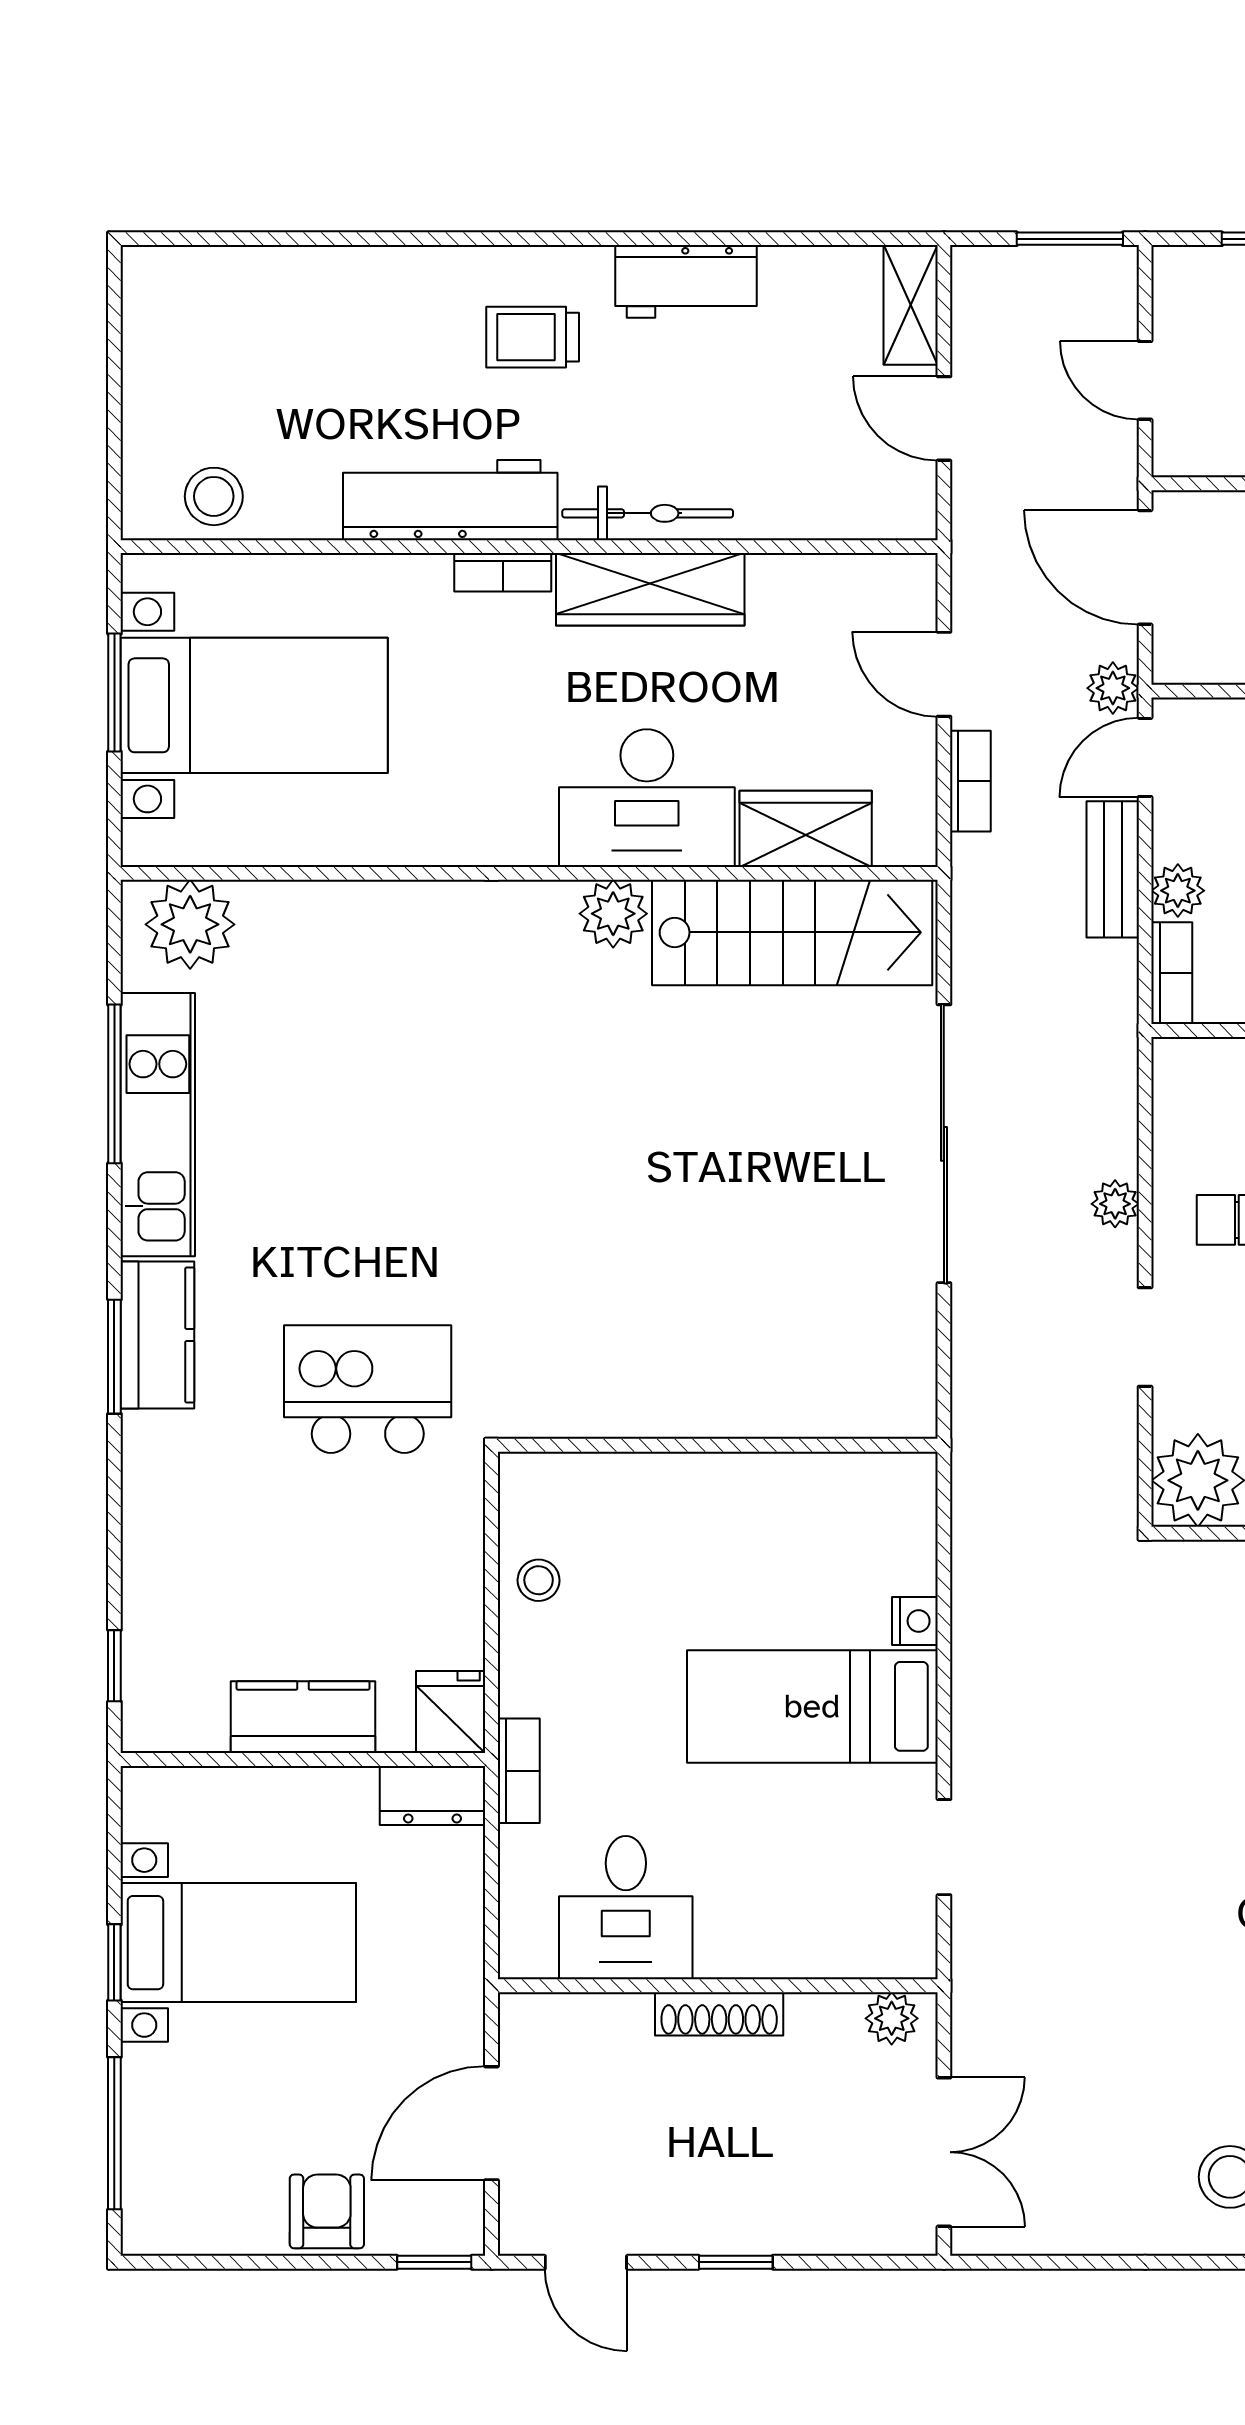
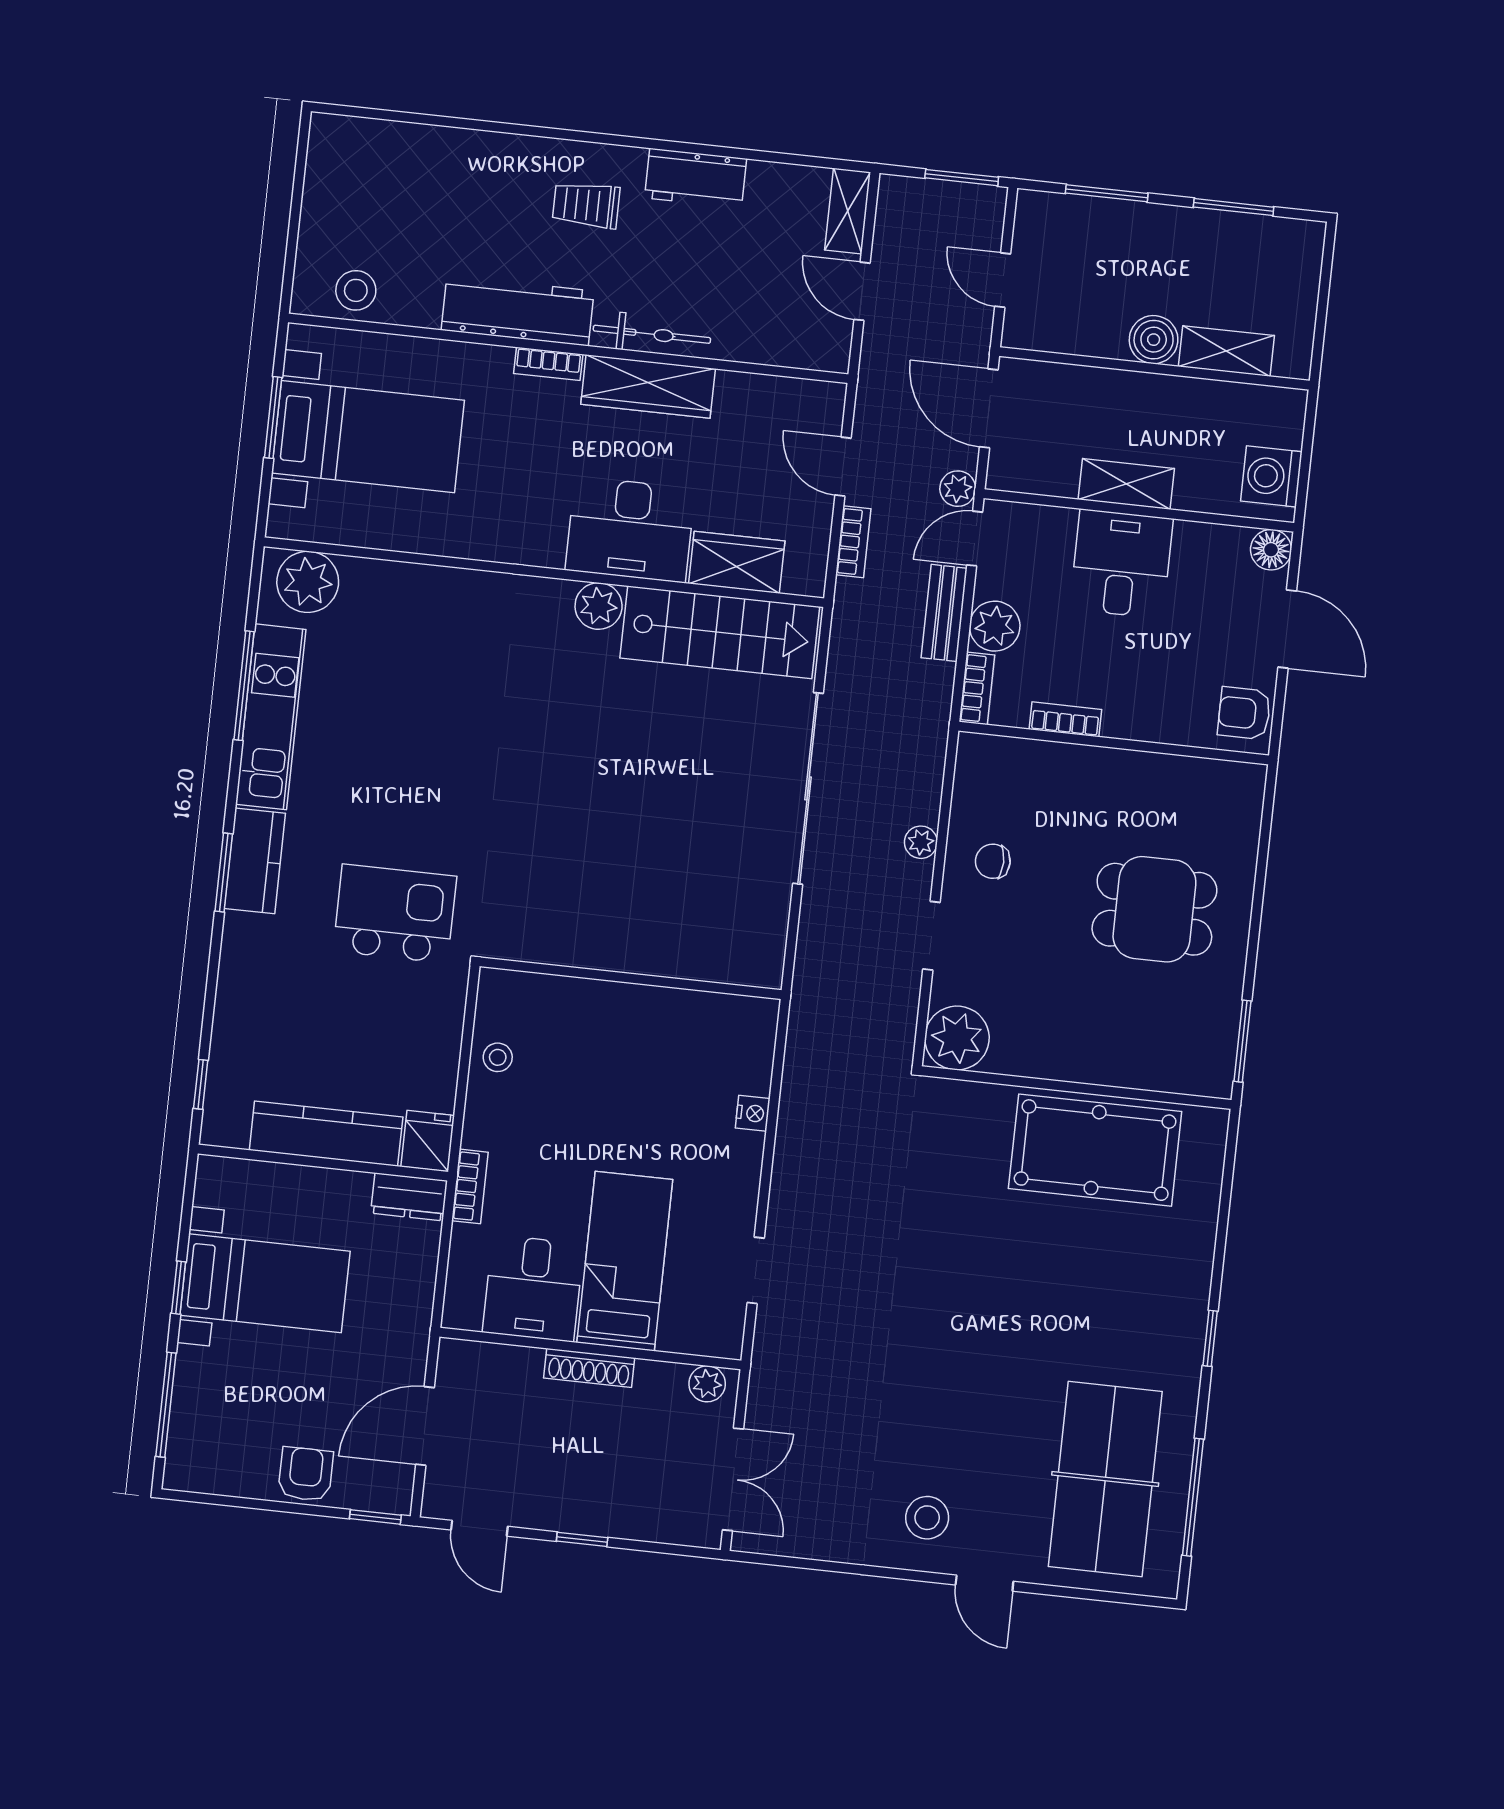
plant: (1178, 891) -> (995, 626), width x1.38, depth x1.38
bed: (812, 1706) -> (625, 1261), moved, turned 90
kitchen counter: (303, 1717) -> (326, 1134), width x1.50

